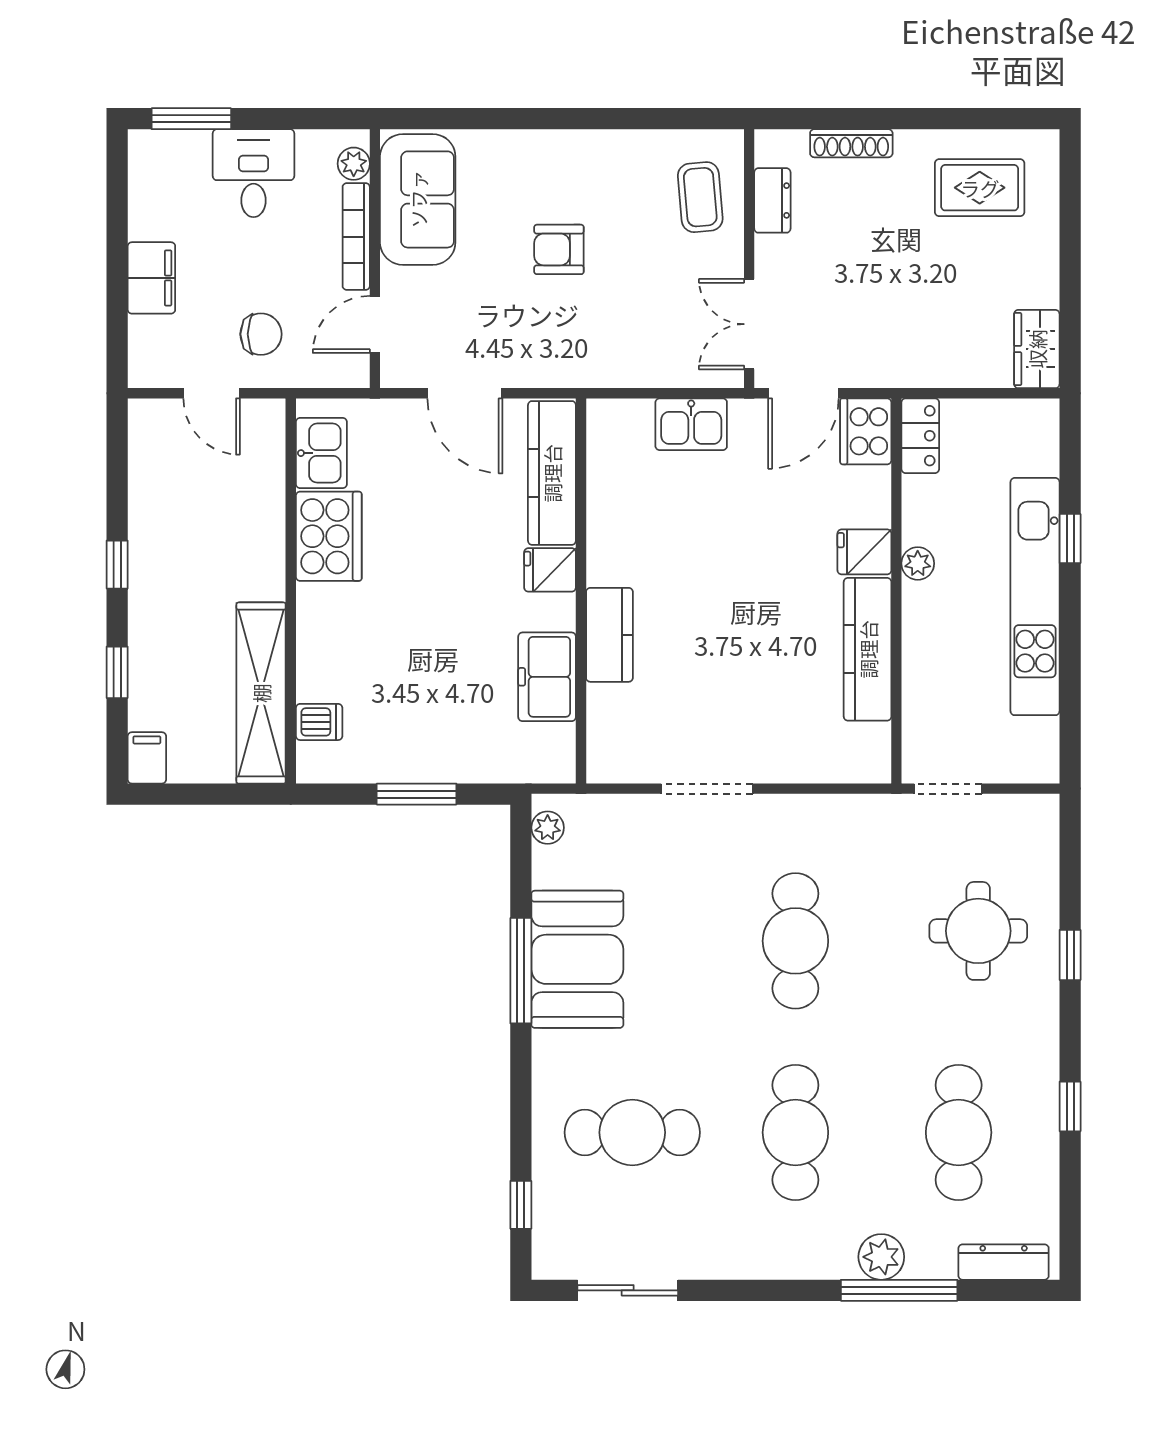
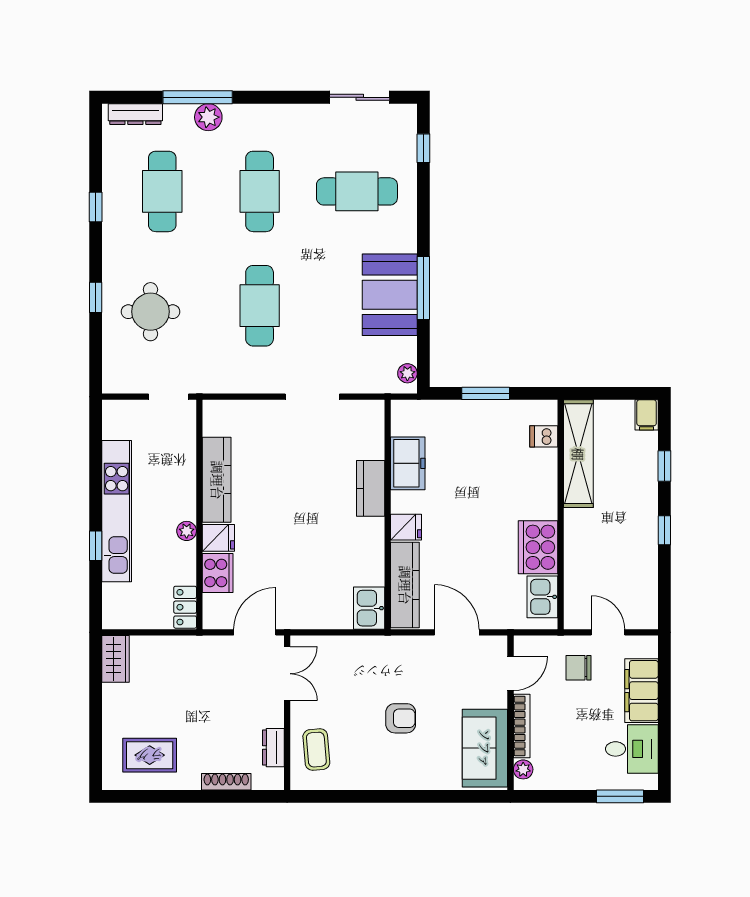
desk: (254, 173) -> (632, 749), moved, turned -90
filing cabinet: (151, 278) -> (641, 691), width x1.50, depth x1.17
kitchen sink: (691, 424) -> (369, 608), moved, turned -90
cooker: (866, 431) -> (218, 573), moved

